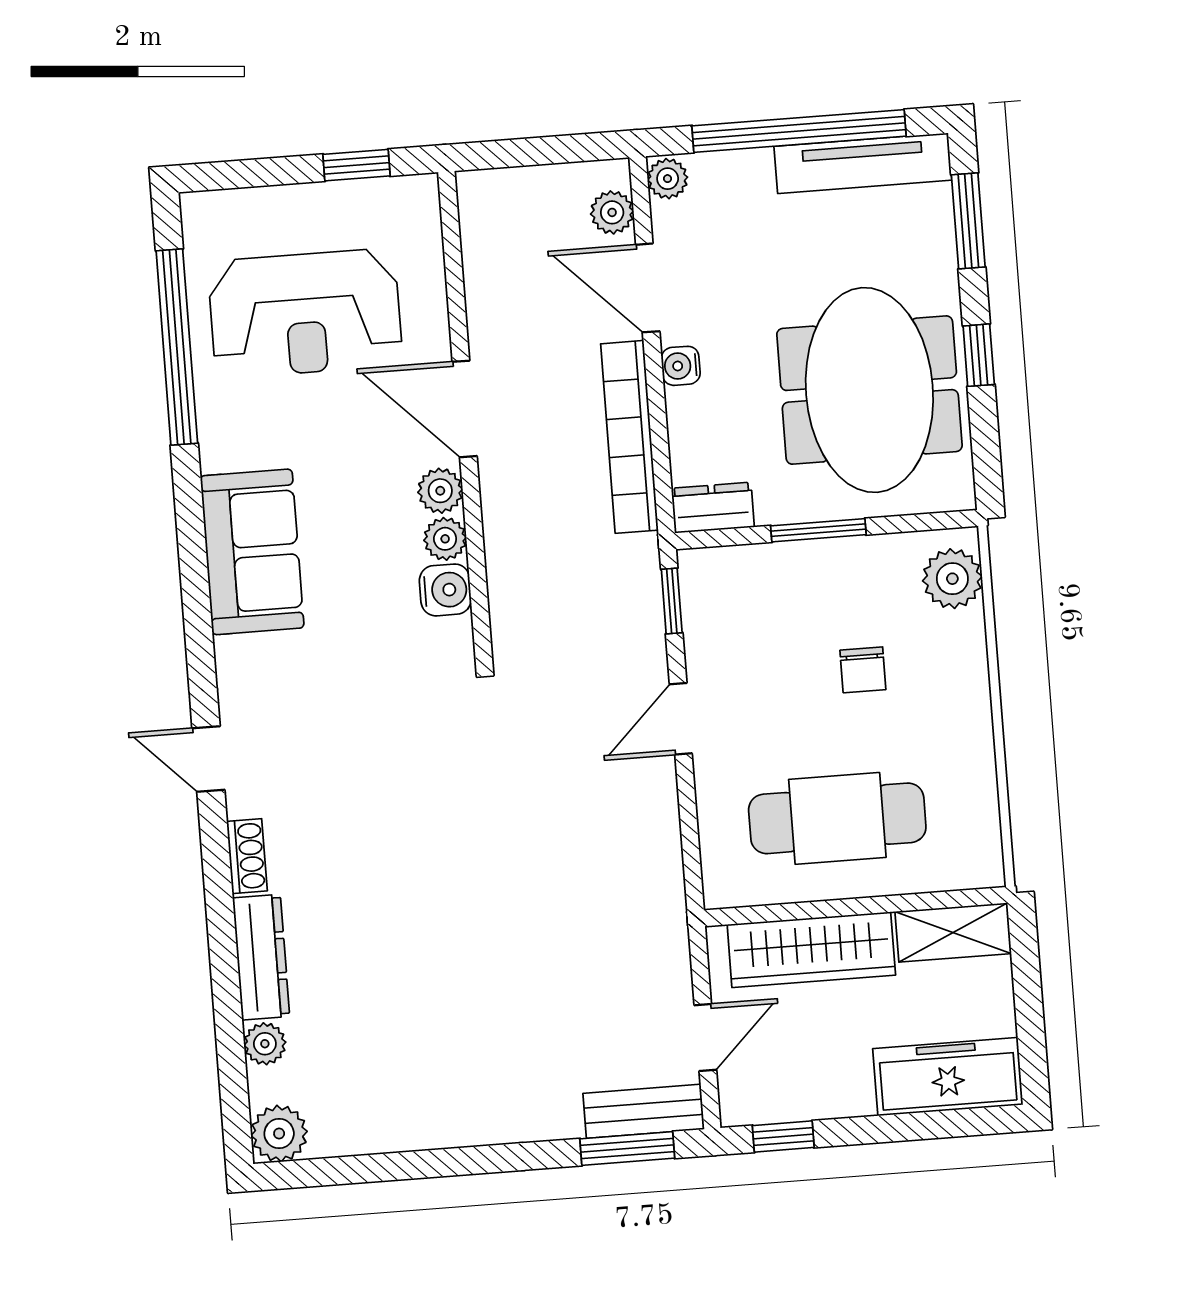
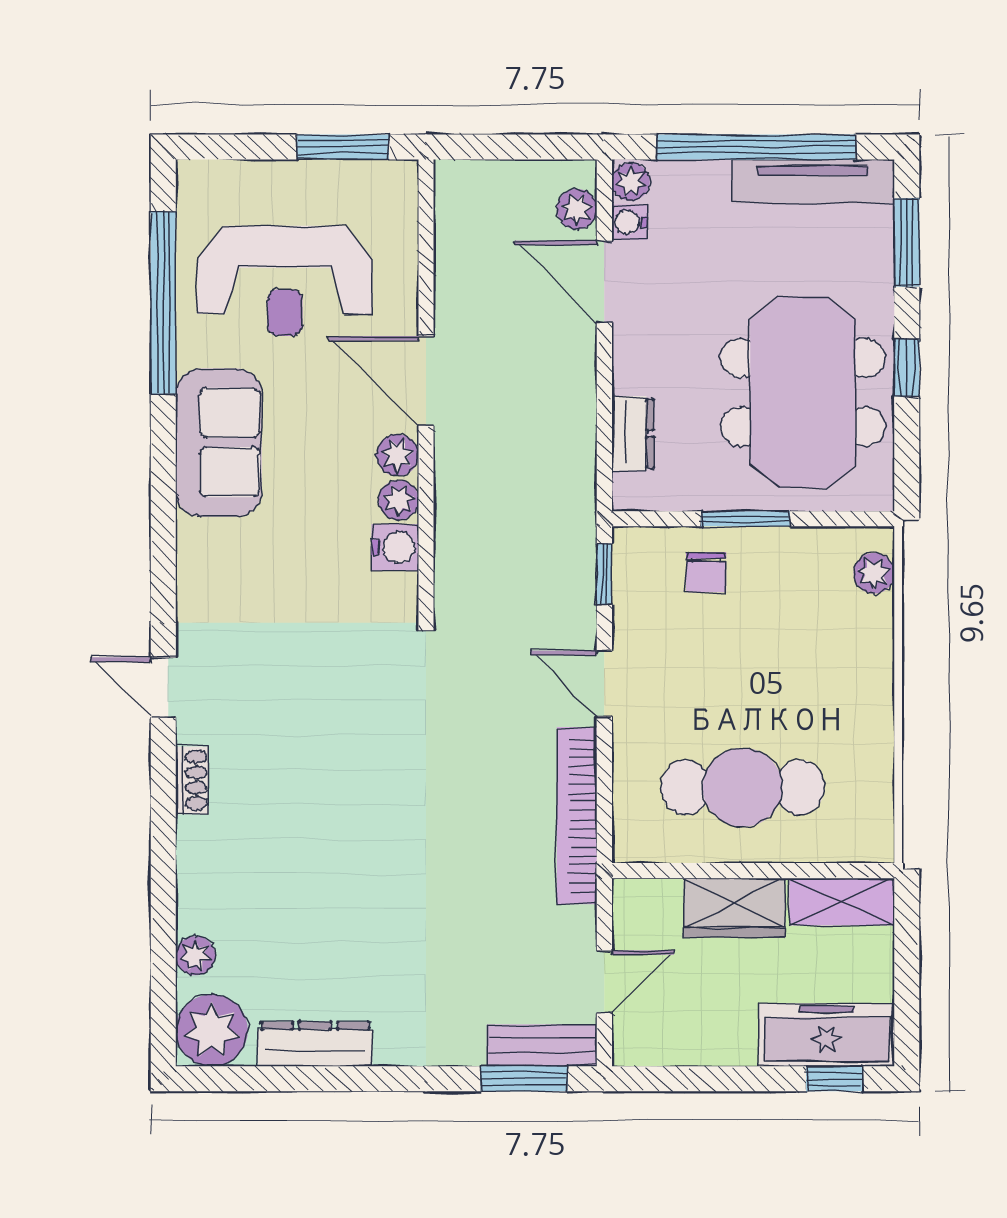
window: (356, 165) -> (343, 147), width x1.50
water cooler: (681, 366) -> (630, 222), moved
bookcase: (629, 437) -> (577, 816), moved
dresser: (713, 508) -> (633, 433), moved, turned 90
sofa: (252, 552) -> (219, 442), moved
plant: (952, 579) -> (874, 573), width x0.73, depth x0.73
chair: (863, 670) -> (706, 572), moved
door: (681, 719) -> (604, 684), hinge flipped
wardrobe: (811, 950) -> (734, 908), width x0.67
dresser: (261, 957) -> (315, 1044), moved, turned -90
plant: (279, 1134) -> (212, 1030), width x1.36, depth x1.36
window: (783, 1137) -> (834, 1079), moved

